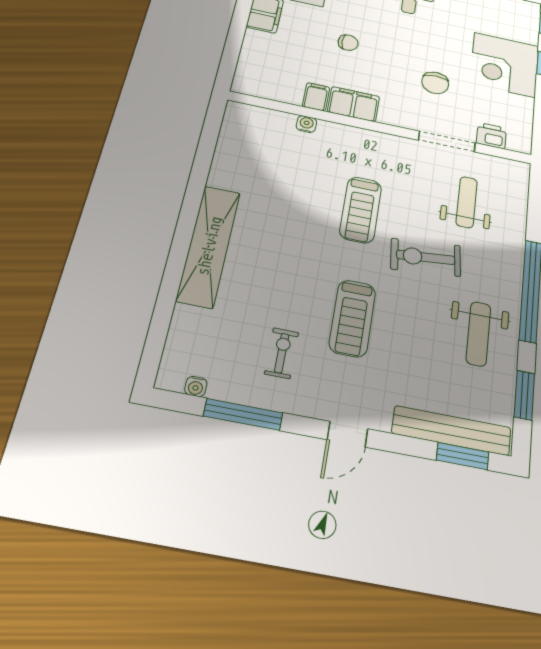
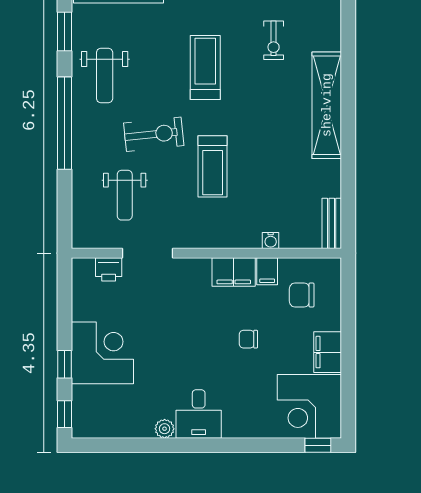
chair: (435, 83) -> (302, 295), moved, turned -90
bench: (232, 125) -> (332, 223), added
treadmill: (361, 210) -> (213, 166), turned 180
weight bench: (478, 334) -> (105, 76), turned 180
exercise bike: (282, 353) -> (274, 40), moved

